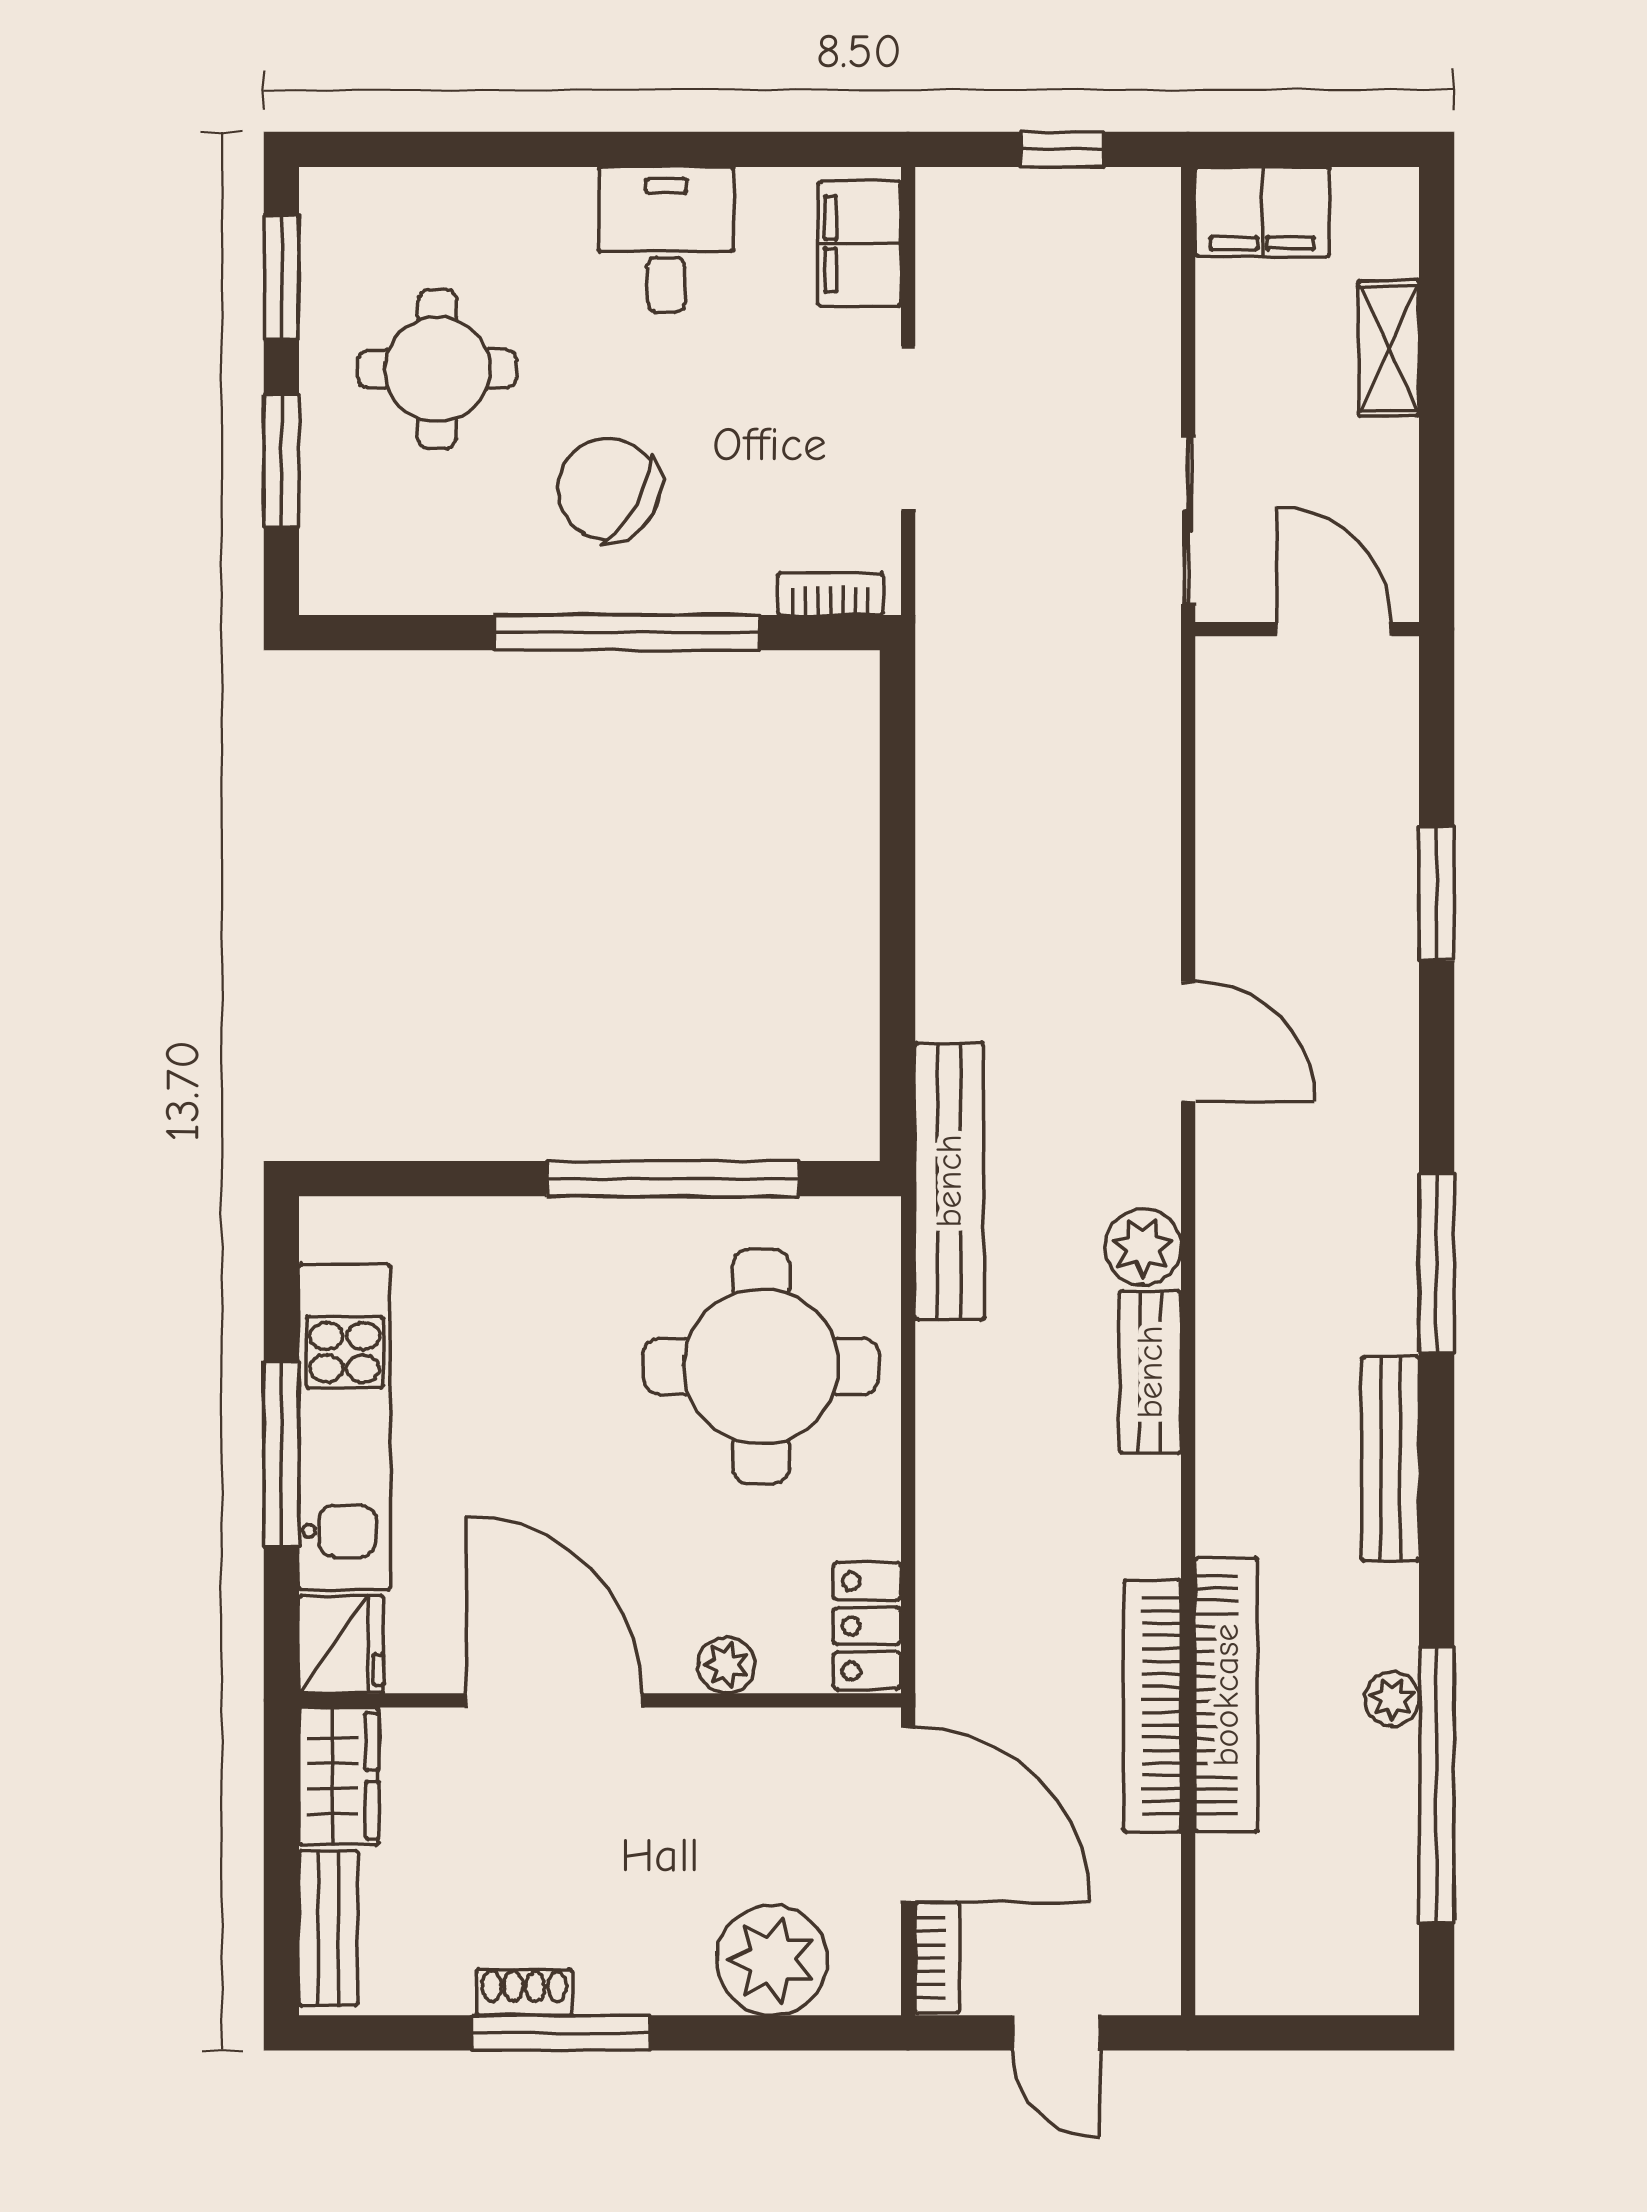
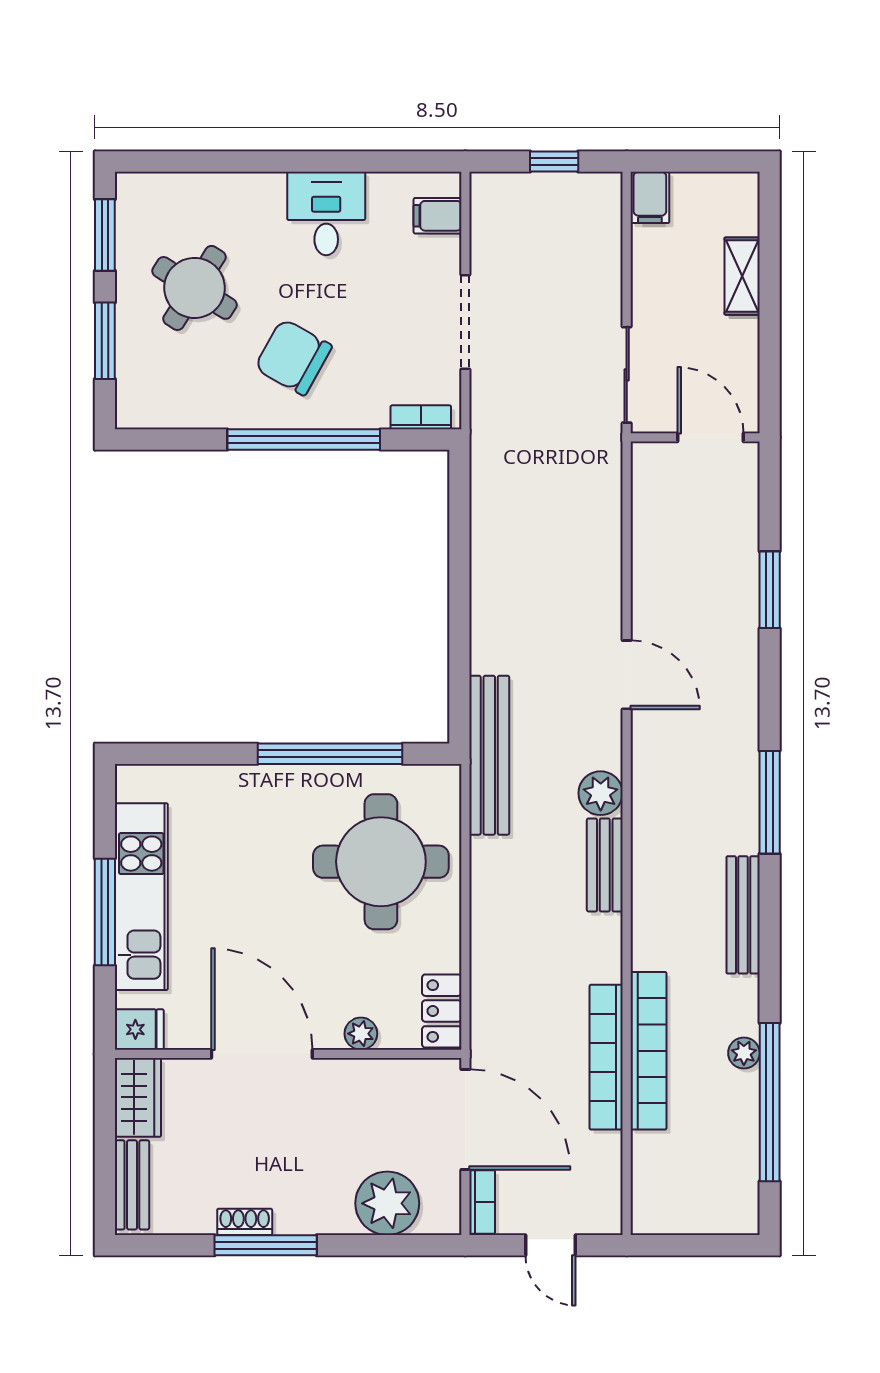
filing cabinet: (1262, 212) -> (650, 197), width x0.50
filing cabinet: (860, 244) -> (438, 216), width x0.50
round table: (437, 369) -> (195, 288), turned 32
fridge: (341, 1644) -> (139, 1029), width x0.72

